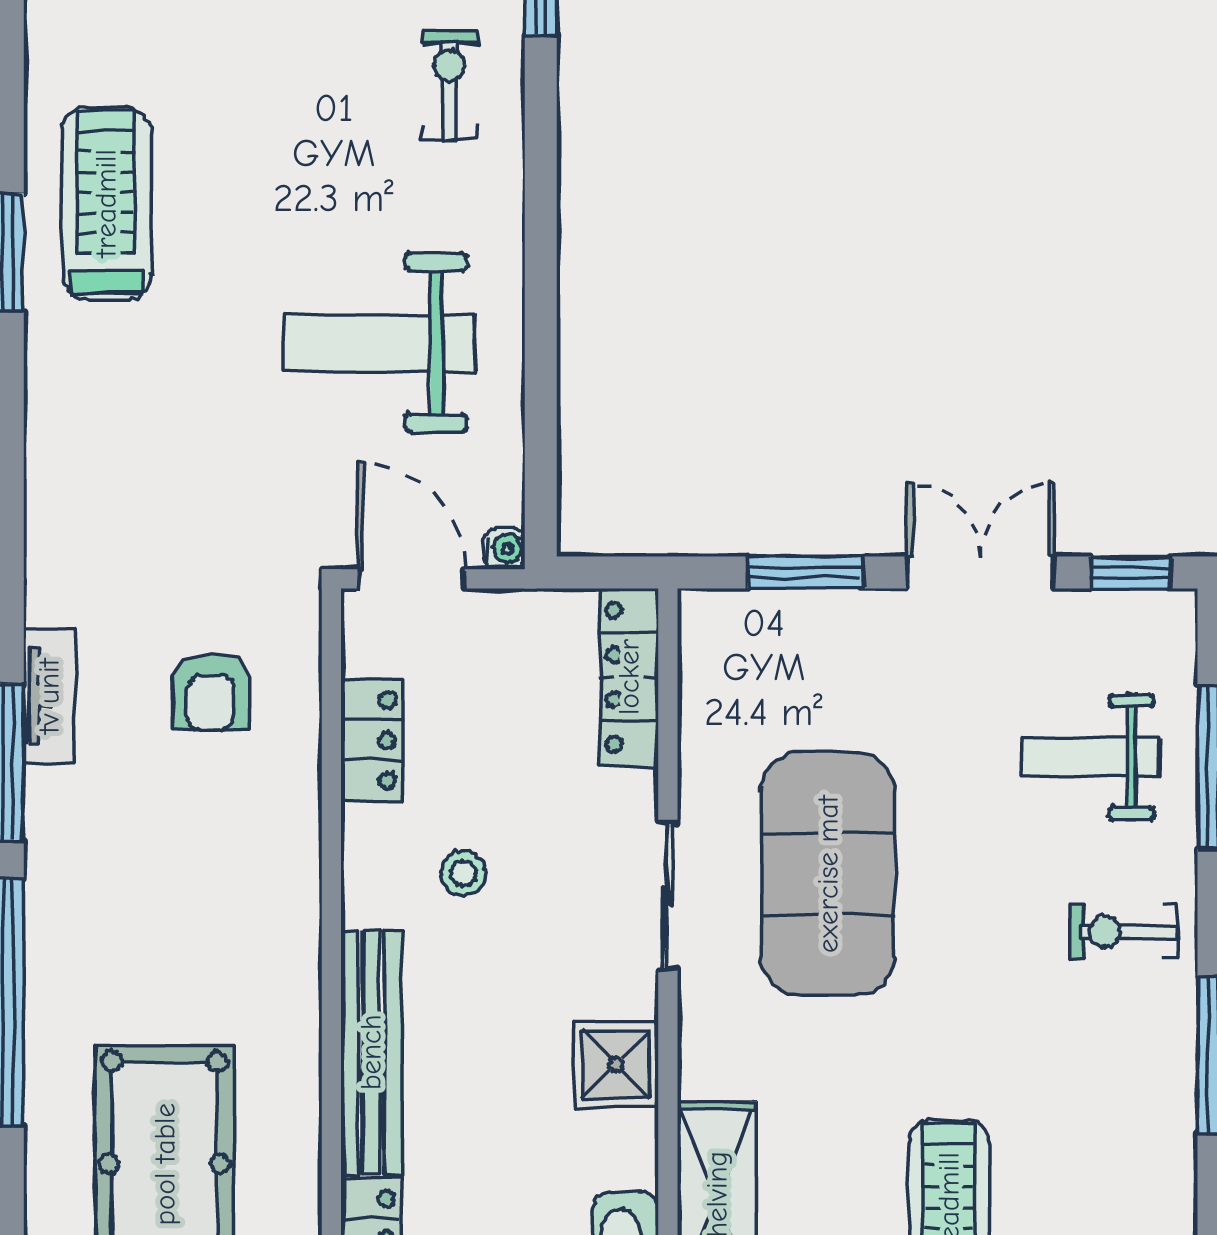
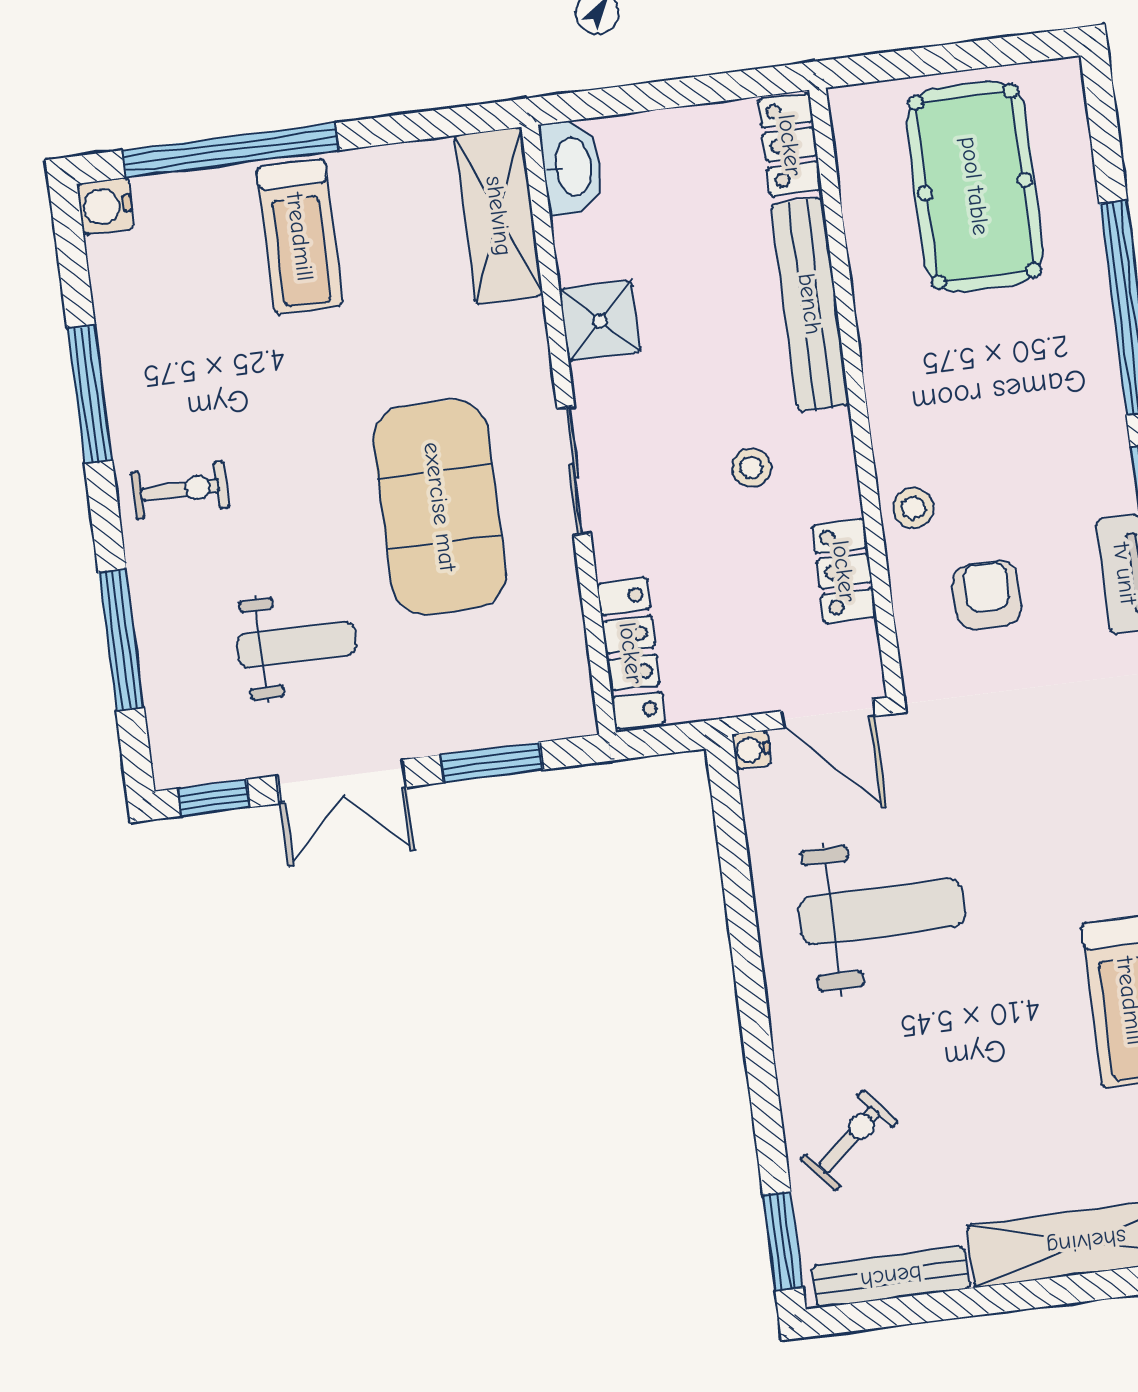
exercise bike: (450, 85) -> (849, 1140), turned -131
weight bench: (1090, 757) -> (297, 644), moved
stool: (283, 803) -> (913, 508), added

